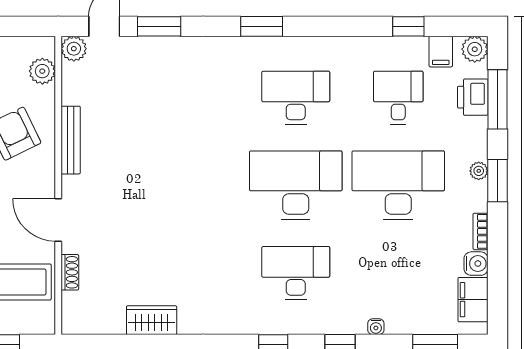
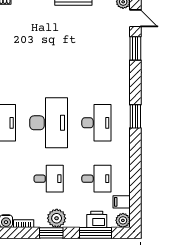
window: (262, 26) -> (135, 116), moved
window: (408, 26) -> (135, 184), removed
plant: (479, 171) -> (57, 218), width x1.87, depth x1.87
desk: (398, 185) -> (49, 179), width x0.53, depth x0.77

